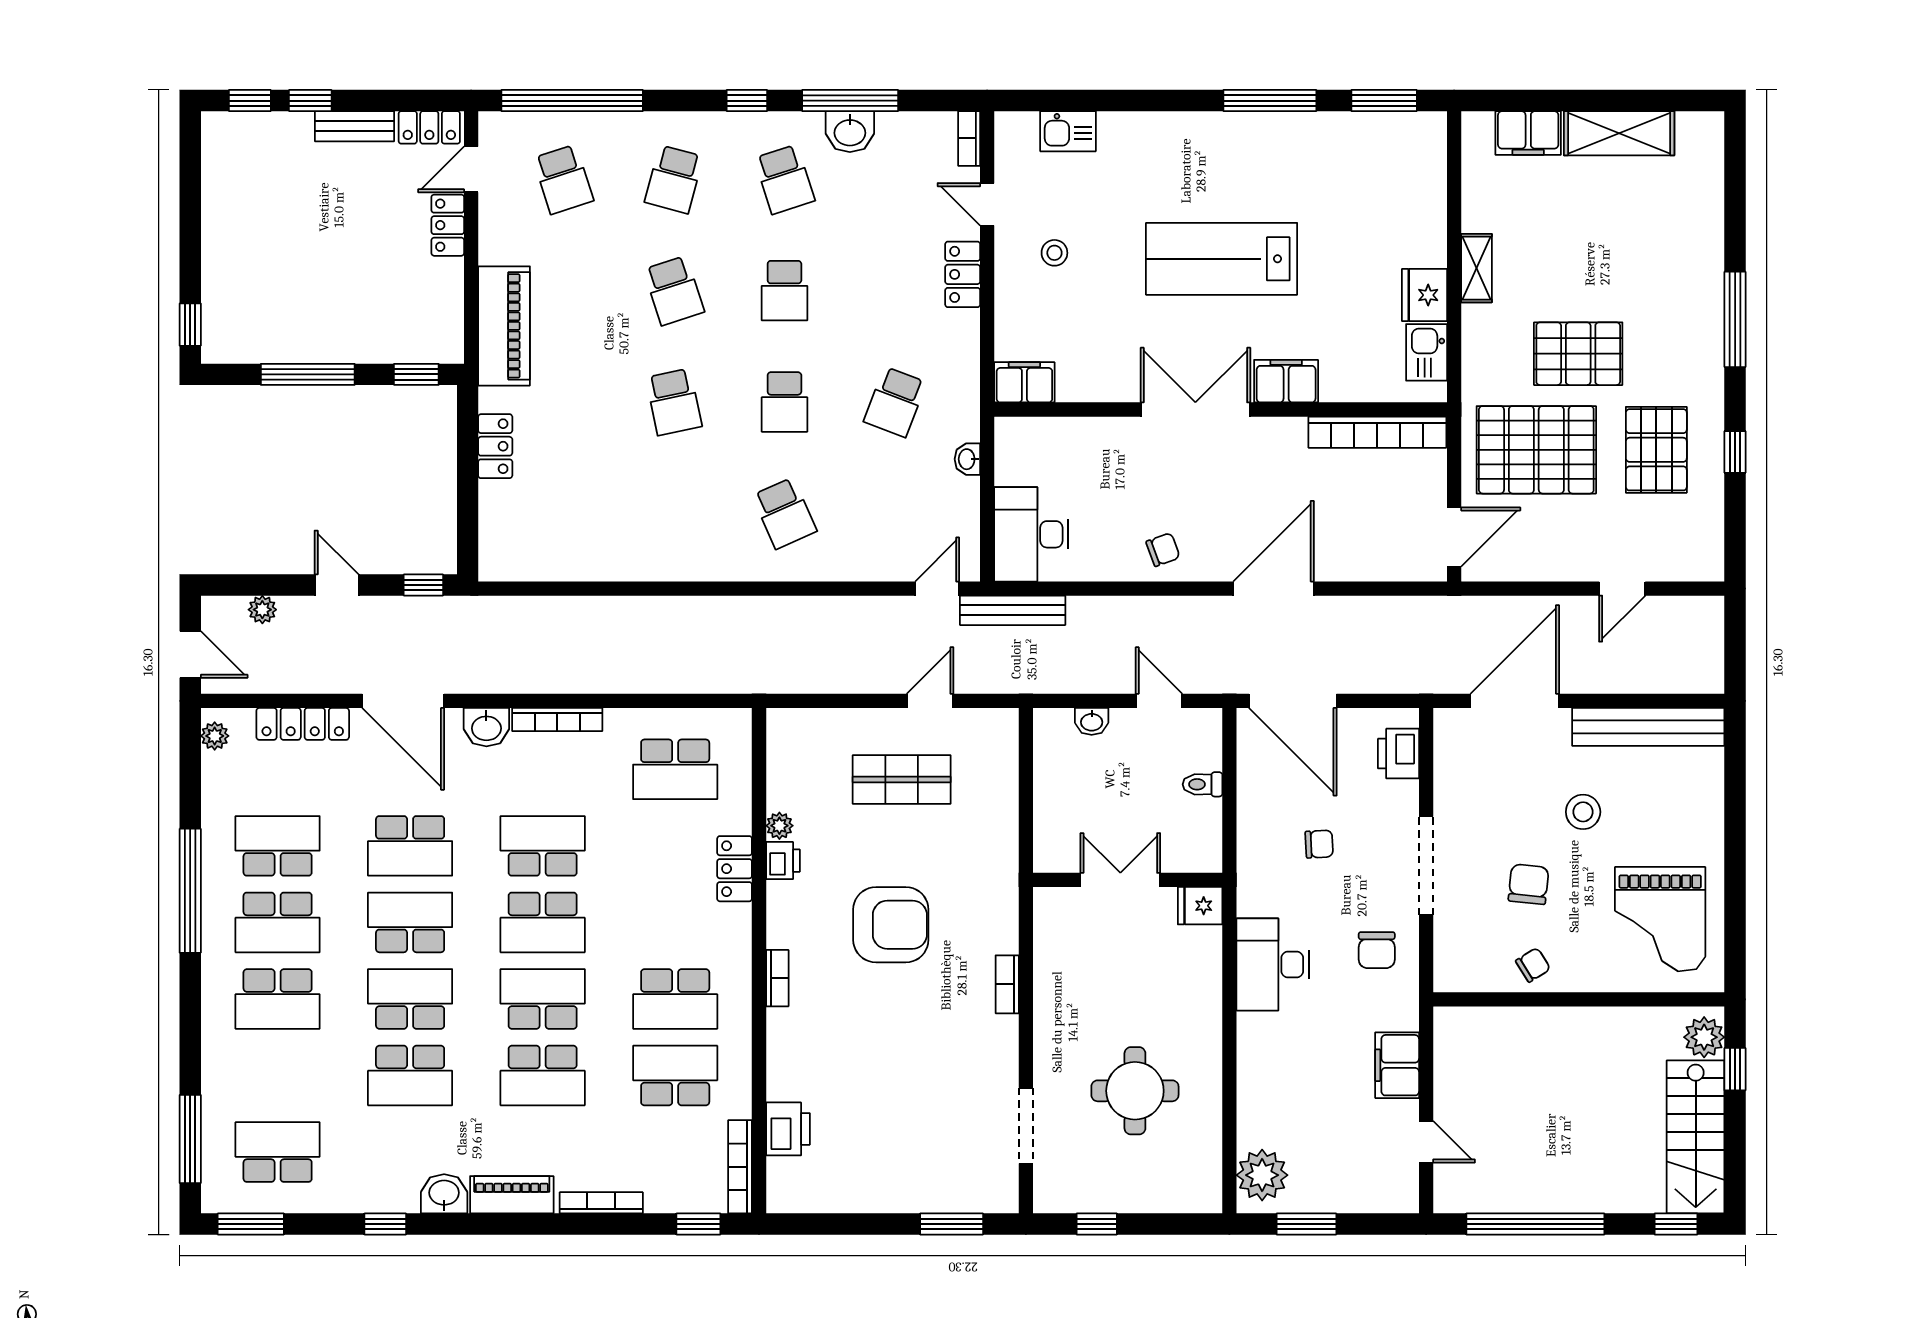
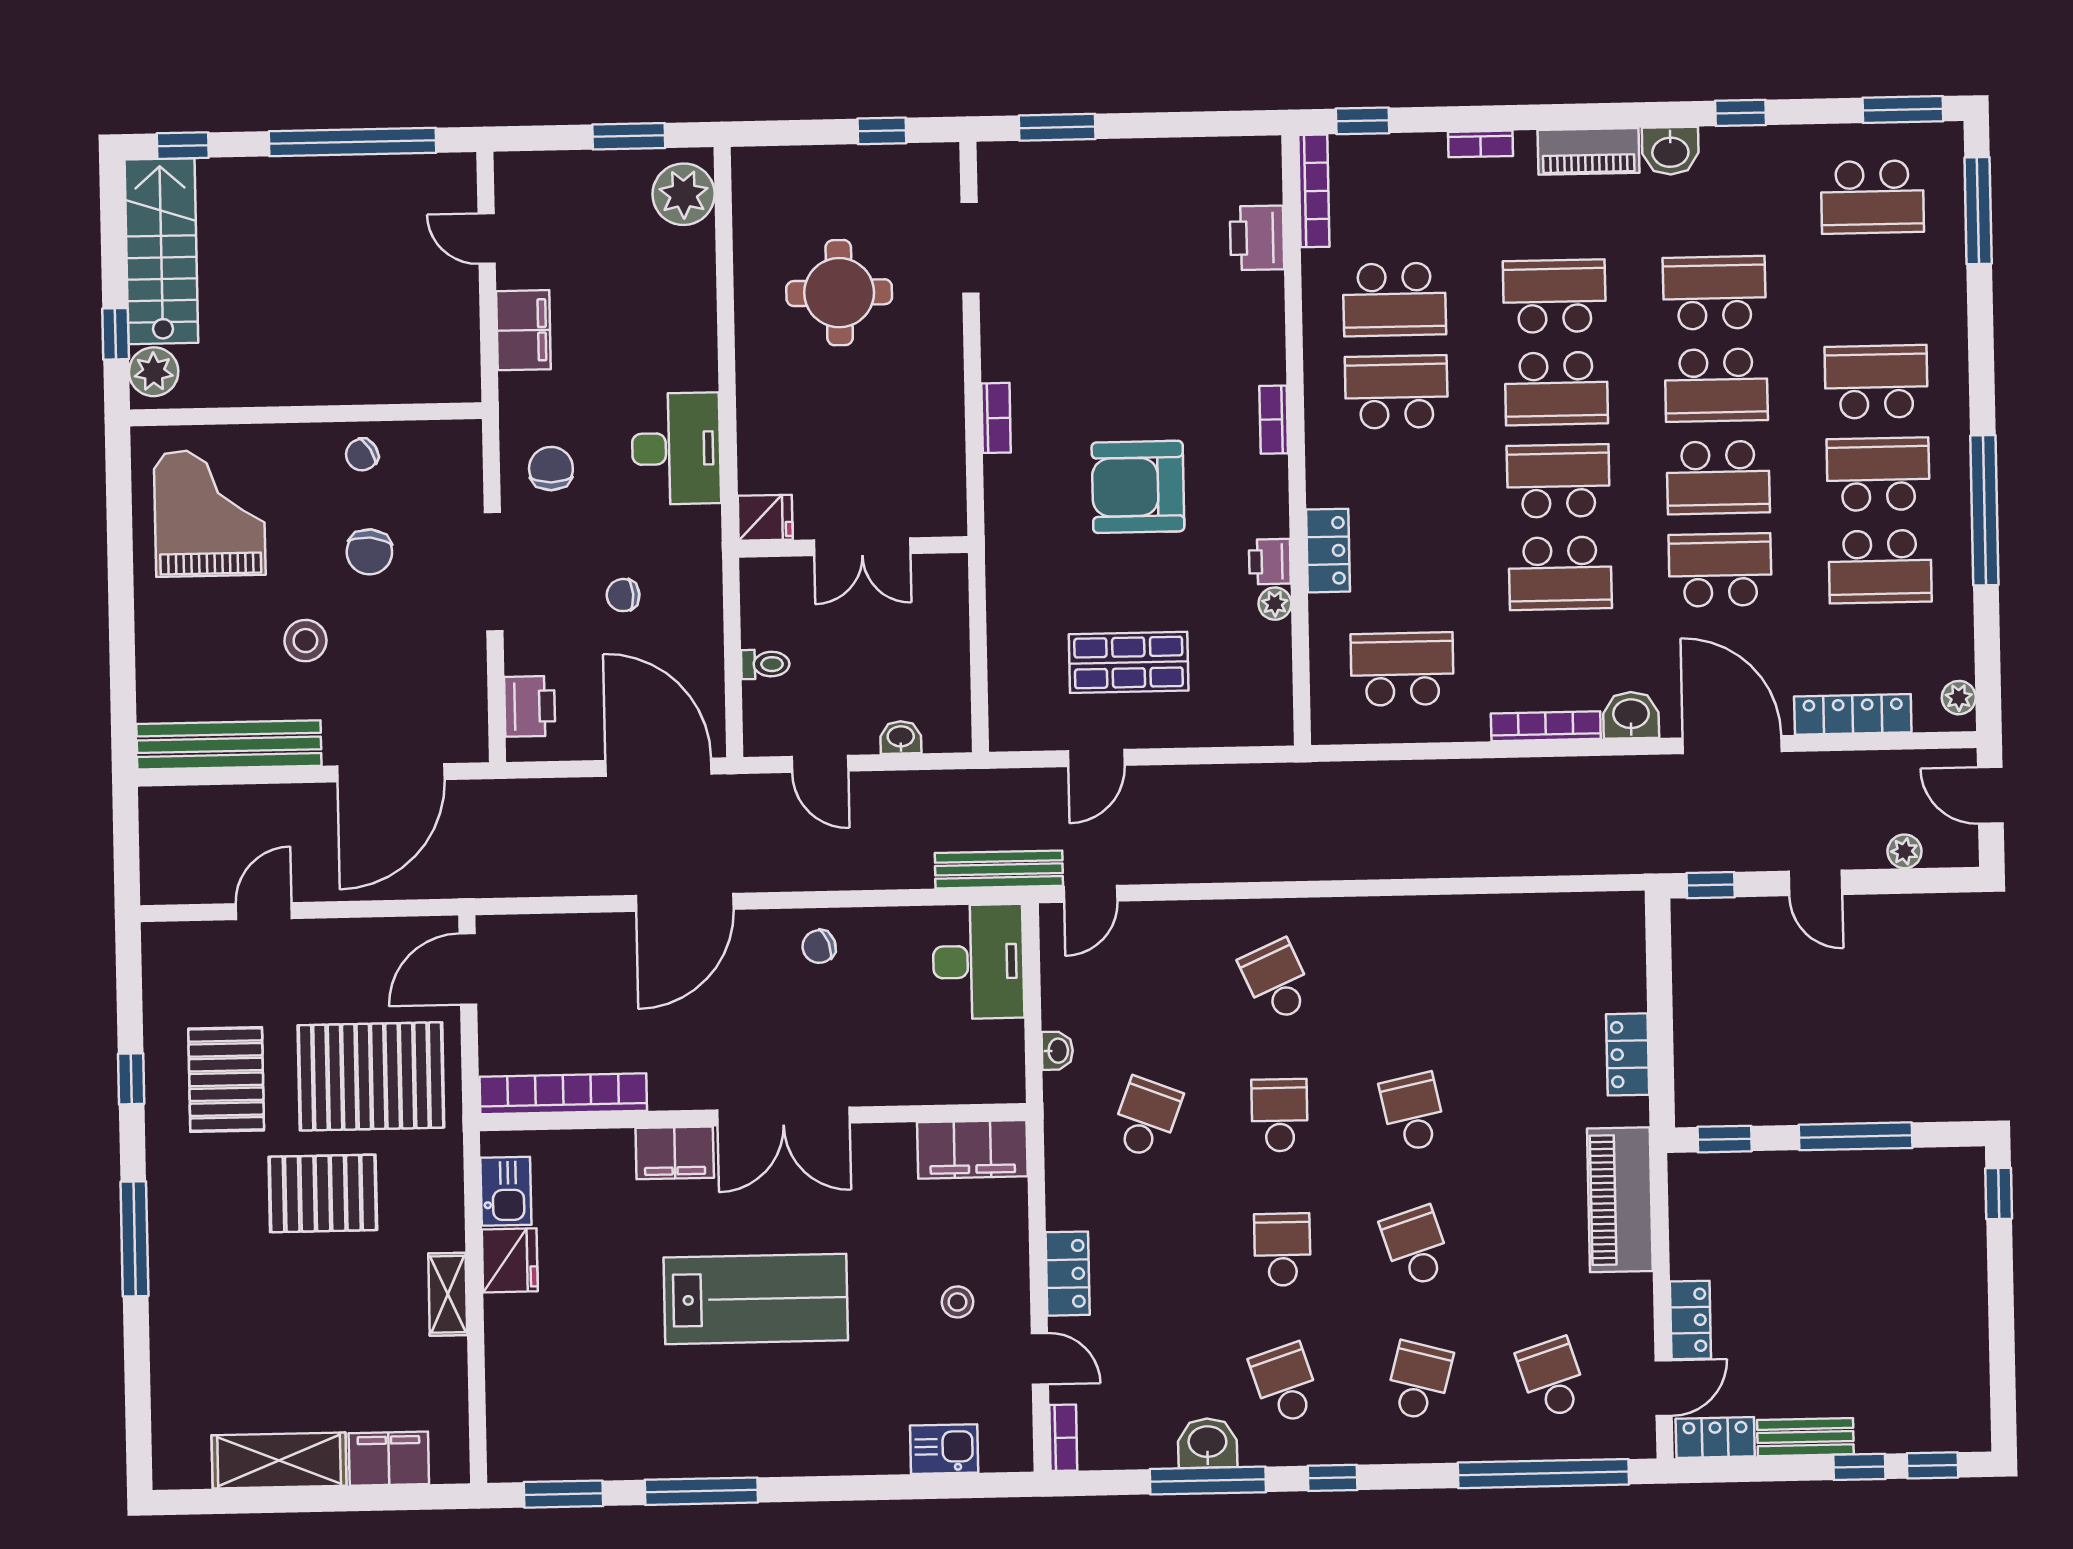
filing cabinet: (1024, 382) -> (972, 1149), width x1.50, depth x1.17
bookcase: (601, 1203) -> (1480, 144), width x0.64

